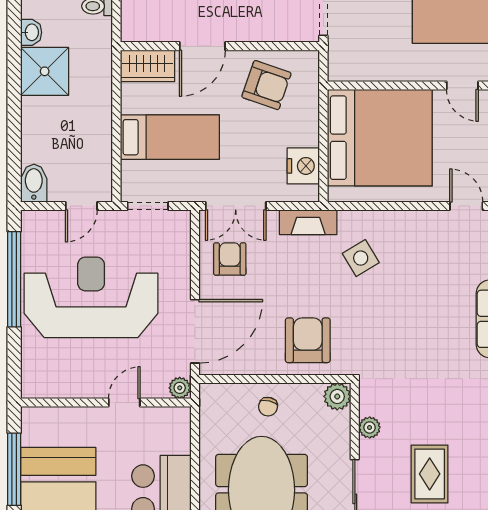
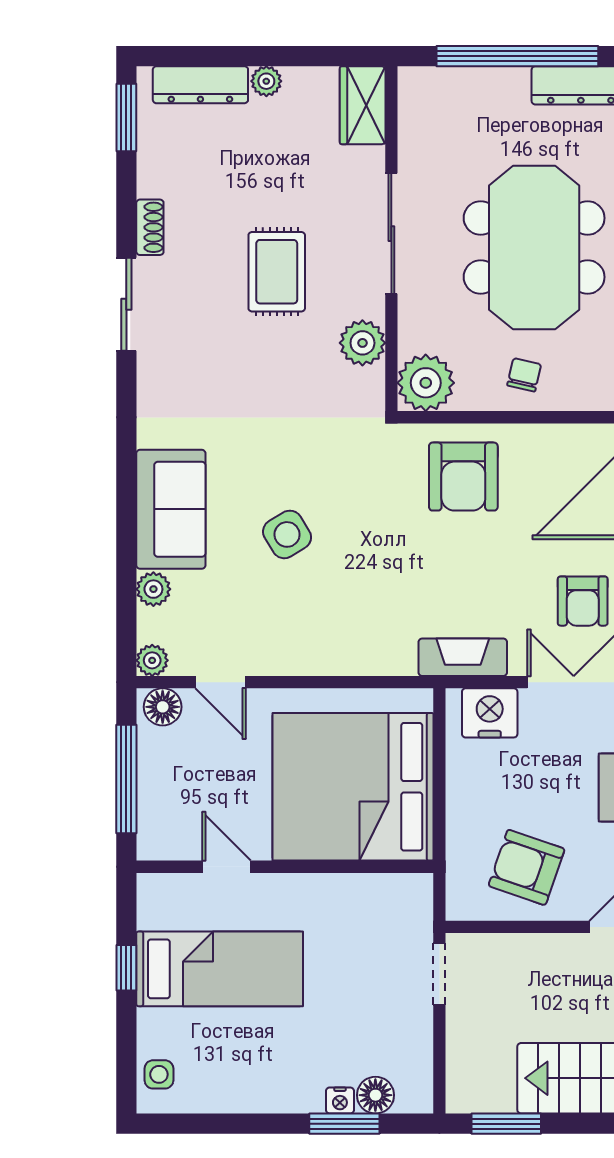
nightstand: (303, 166) -> (490, 713), moved, turned 90
side table: (361, 258) -> (287, 534), moved
plant: (337, 396) -> (426, 383), width x1.36, depth x1.36
plant: (370, 427) -> (362, 343), width x1.38, depth x1.38

